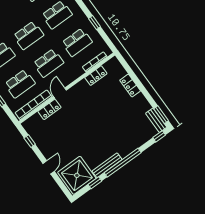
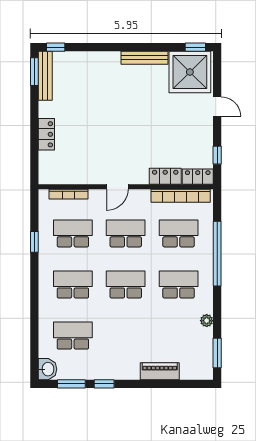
locker: (96, 76) -> (198, 177), moved
door: (60, 93) -> (117, 187), moved
bench: (156, 120) -> (45, 76), width x1.36
window: (123, 163) -> (123, 47), removed
door: (49, 167) -> (217, 107), swing flipped
window: (95, 183) -> (195, 47), moved

